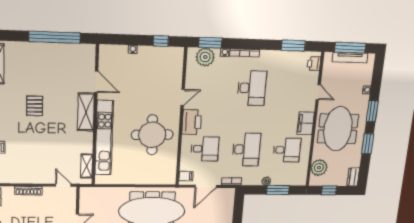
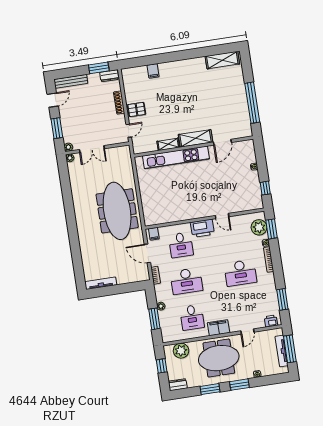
pallet: (35, 106) -> (136, 109), moved
round table: (152, 135) -> (186, 197), removed
shelving: (87, 166) -> (168, 144), moved

